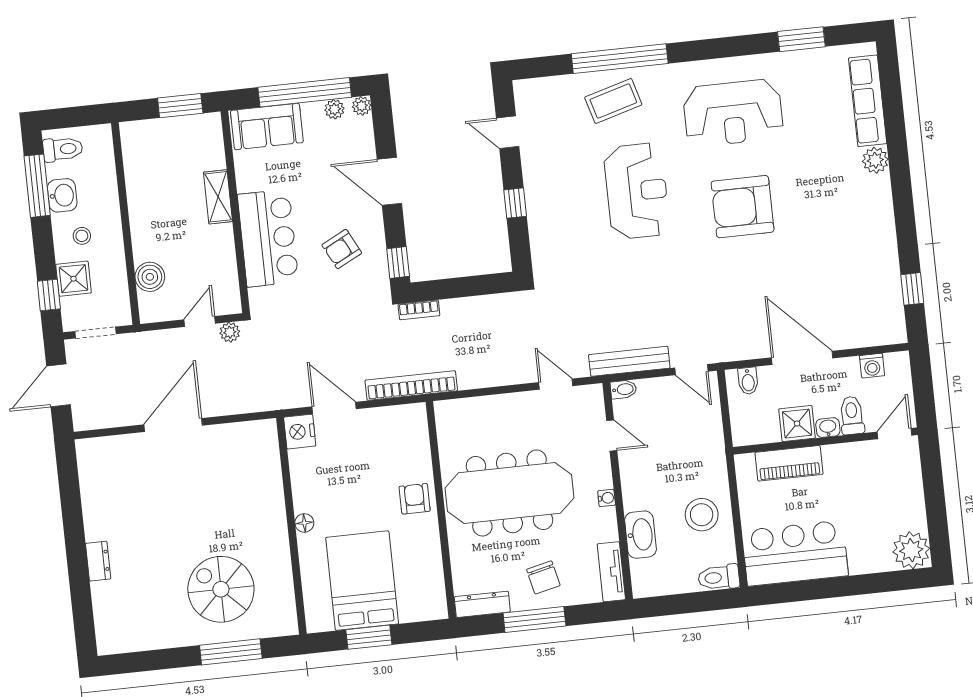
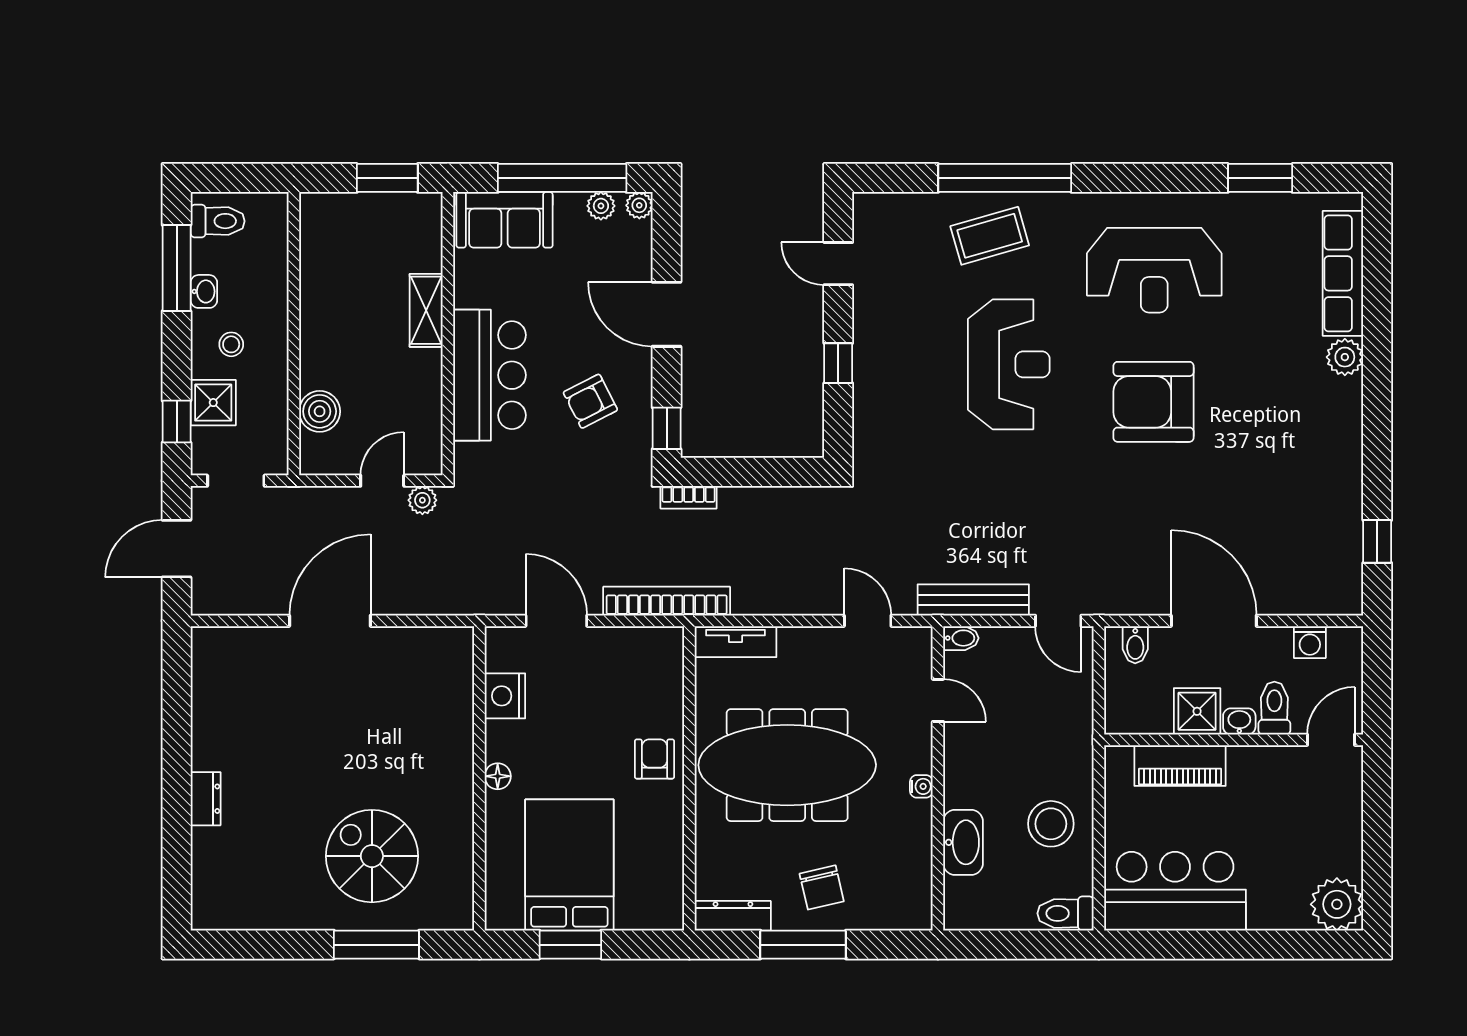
washbasin: (62, 195) -> (204, 291), width x0.72, depth x0.69
nightstand: (300, 432) -> (505, 696), moved
tv unit: (611, 572) -> (736, 642), moved, turned -90

